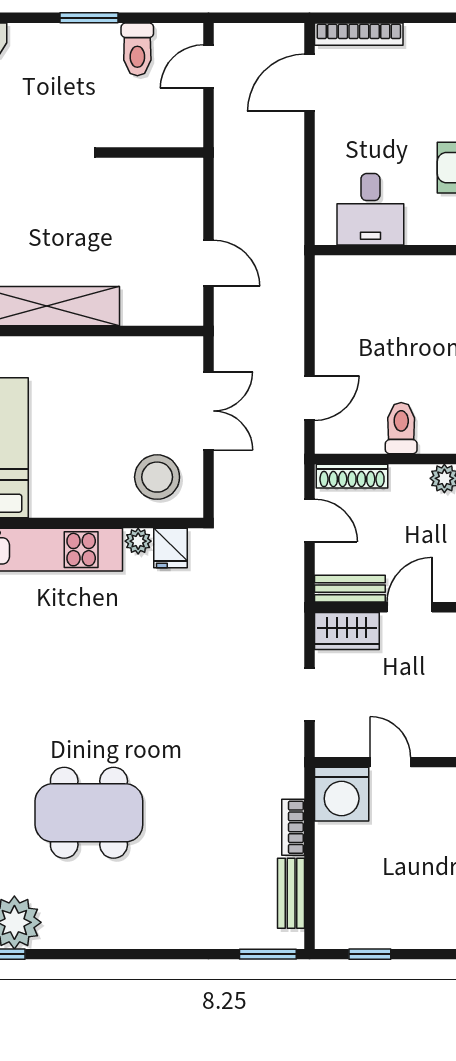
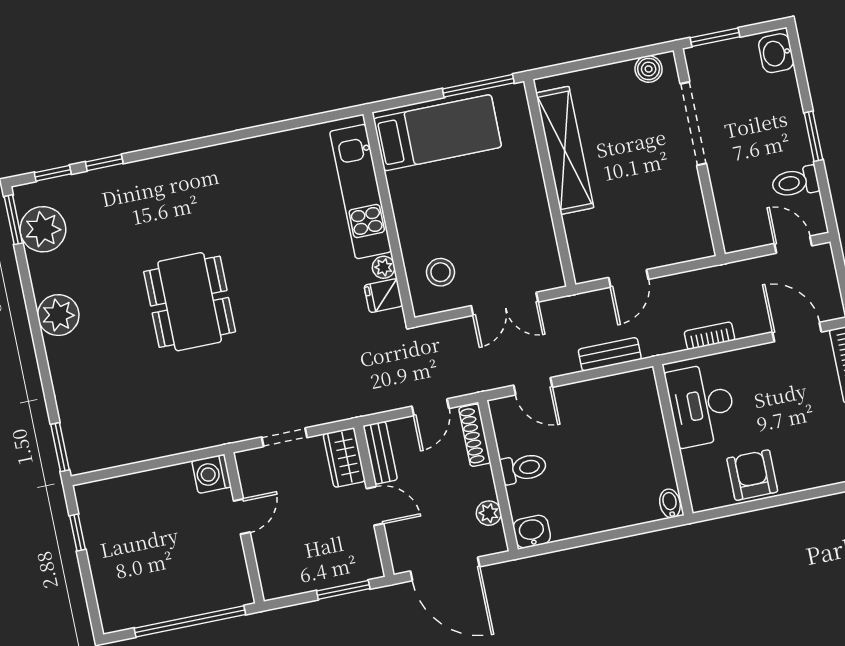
desk: (370, 209) -> (701, 405), width x1.37
stool: (157, 477) -> (441, 272), width x0.73, depth x0.73
washing machine: (342, 794) -> (211, 474), width x0.73, depth x0.73
dining table: (89, 813) -> (190, 302), moved
bookcase: (293, 827) -> (709, 336), moved
bench: (291, 893) -> (610, 354), moved
plant: (116, 925) -> (58, 315), added

